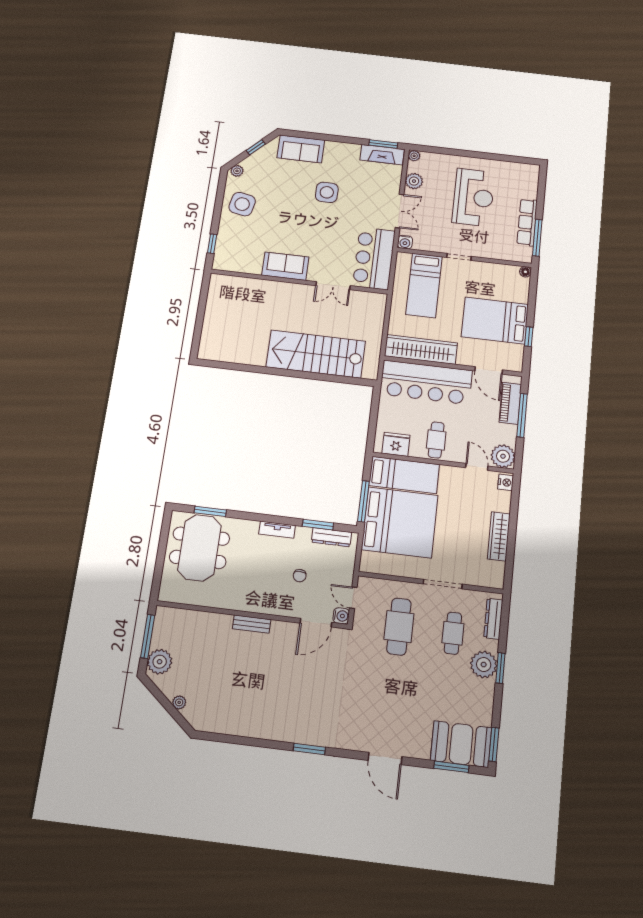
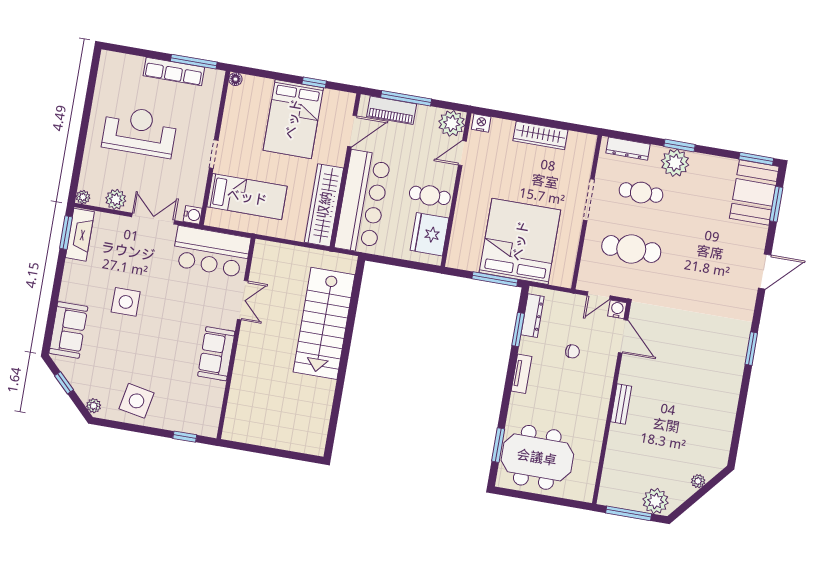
fridge: (396, 444) -> (429, 234), width x1.36, depth x1.34
bed: (404, 475) -> (468, 233), removed

